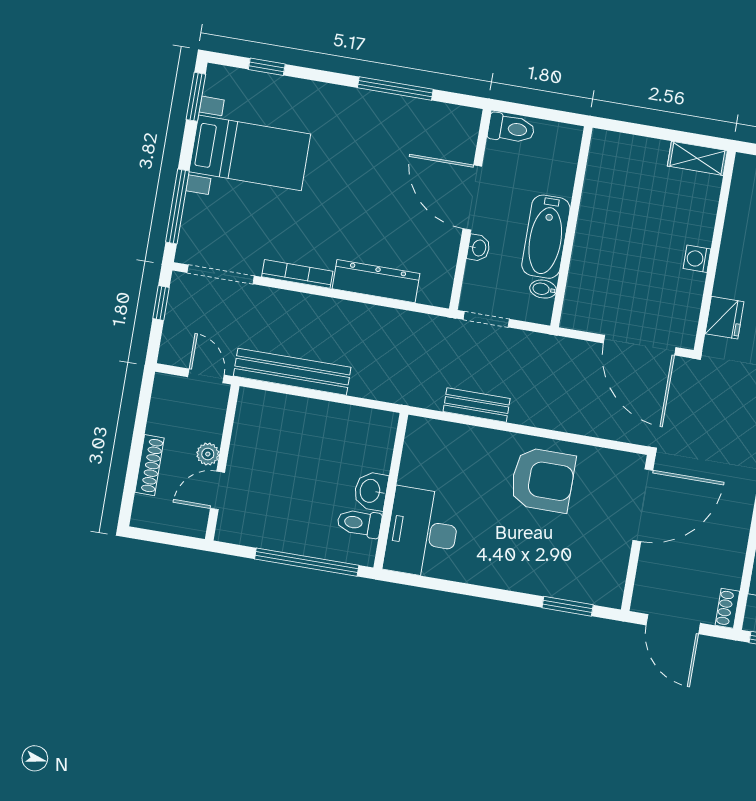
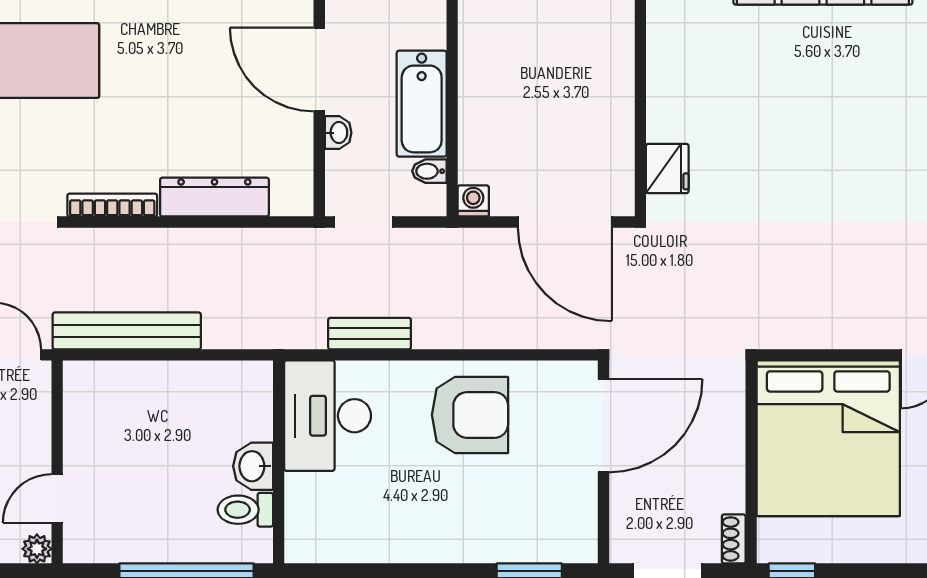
washing machine: (697, 259) -> (473, 201), moved, turned 90
plant: (208, 454) -> (37, 549), moved
desk: (422, 533) -> (328, 416), moved

